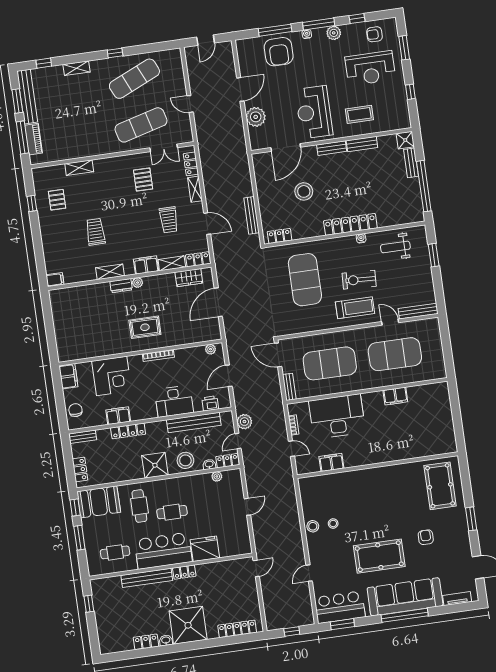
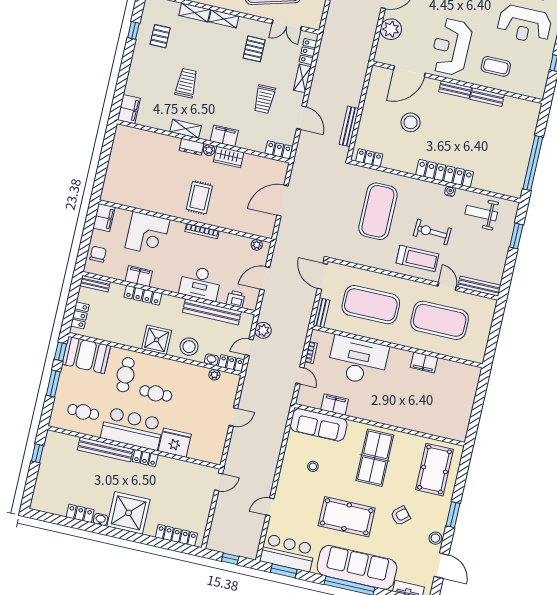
shower: (405, 140) -> (532, 110), removed
bench: (411, 163) -> (529, 135), removed
shelving: (172, 263) -> (224, 19), moved
wardrobe: (189, 278) -> (229, 157), moved
filing cabinet: (55, 280) -> (129, 109), width x2.00
rug: (145, 327) -> (199, 198), turned 90
sofa: (324, 485) -> (319, 425), added
table tennis table: (384, 495) -> (375, 458), added
stool: (313, 526) -> (435, 538), moved
armchair: (426, 537) -> (400, 516), turned 49

